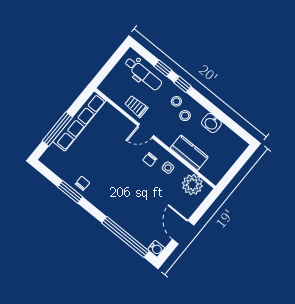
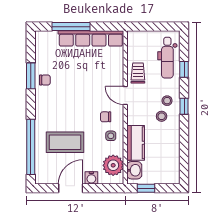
window: (183, 84) -> (184, 106), moved
washbasin: (211, 123) -> (134, 170), moved, turned 180
window: (231, 174) -> (146, 188), added
coffee table: (144, 207) -> (65, 142), added
water cooler: (156, 249) -> (91, 178), moved

